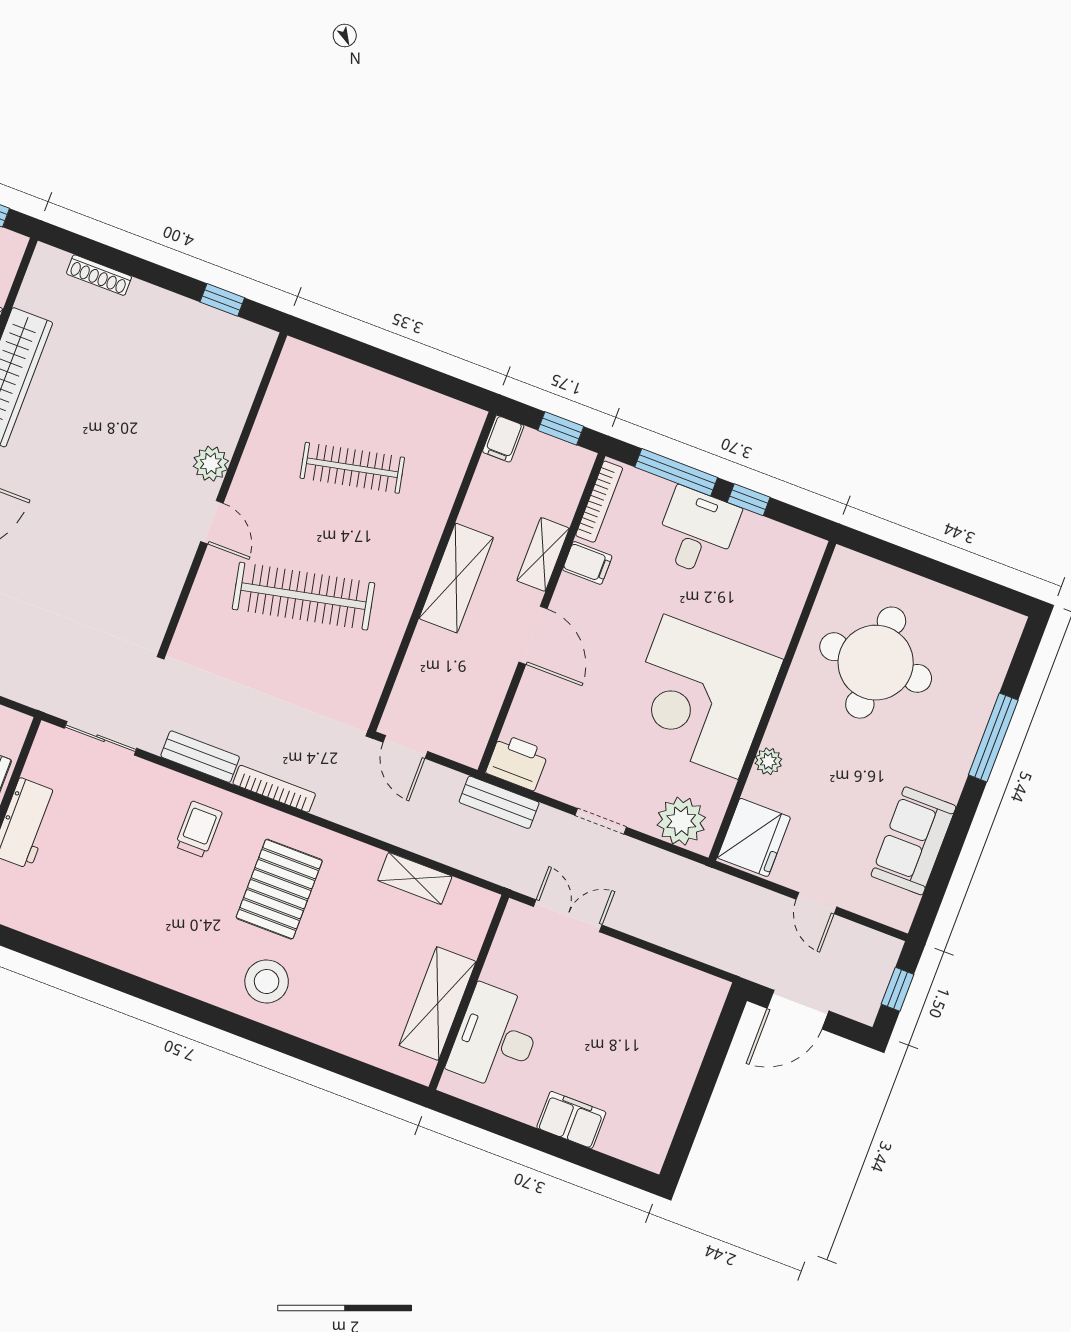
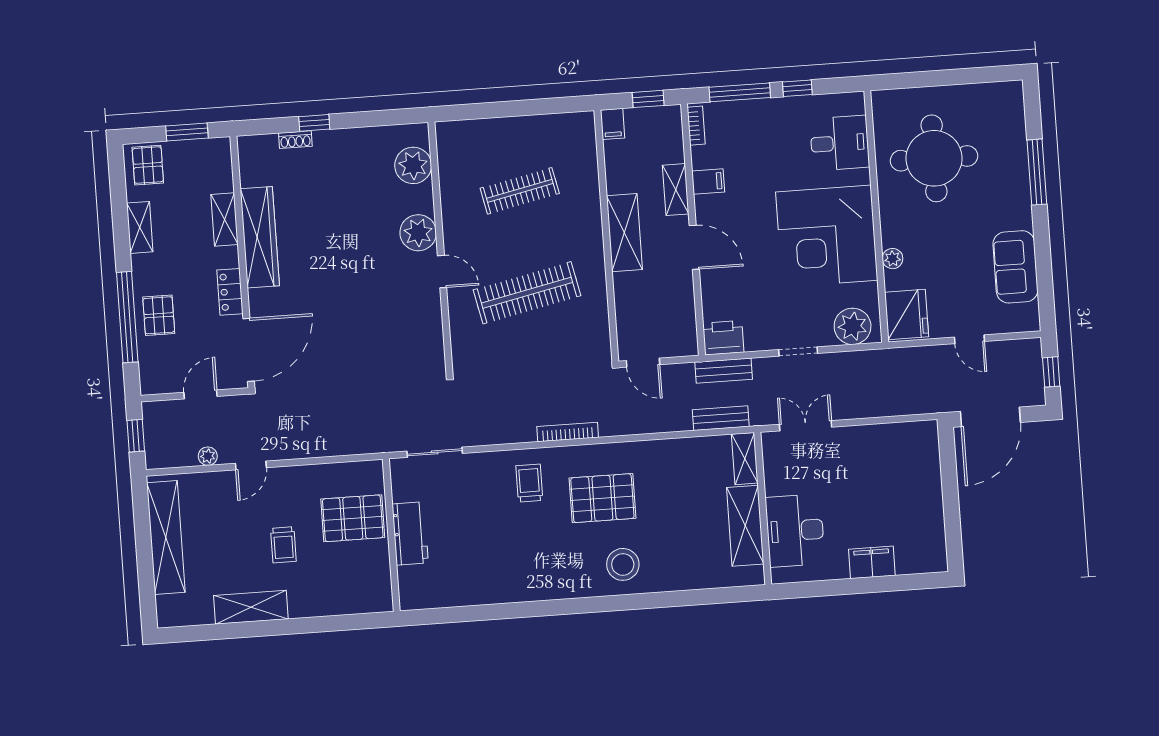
shoe rack: (99, 275) -> (295, 140), width x0.70
window: (222, 300) -> (314, 123), moved
plant: (237, 376) -> (413, 165), added
plant: (211, 464) -> (418, 233), width x1.36, depth x1.36
bookcase: (599, 502) -> (696, 126), width x0.64
desk: (697, 532) -> (840, 143), moved, turned 90
bench: (200, 757) -> (721, 418), moved
shelving: (415, 878) -> (745, 459), moved, turned 90
pallet: (279, 889) -> (602, 498), turned 90
door: (798, 1010) -> (990, 417), width x1.36

